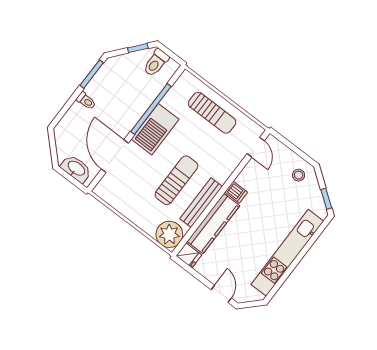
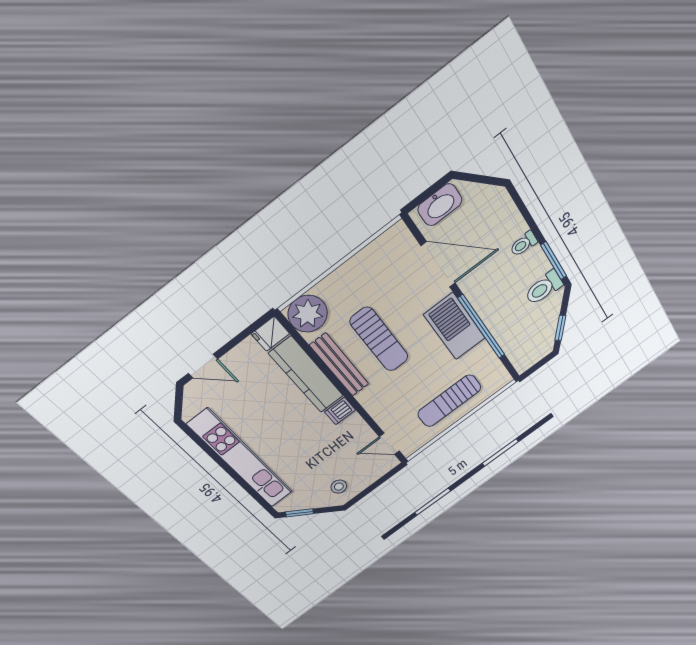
toilet: (156, 63) -> (544, 288), moved, turned -90

